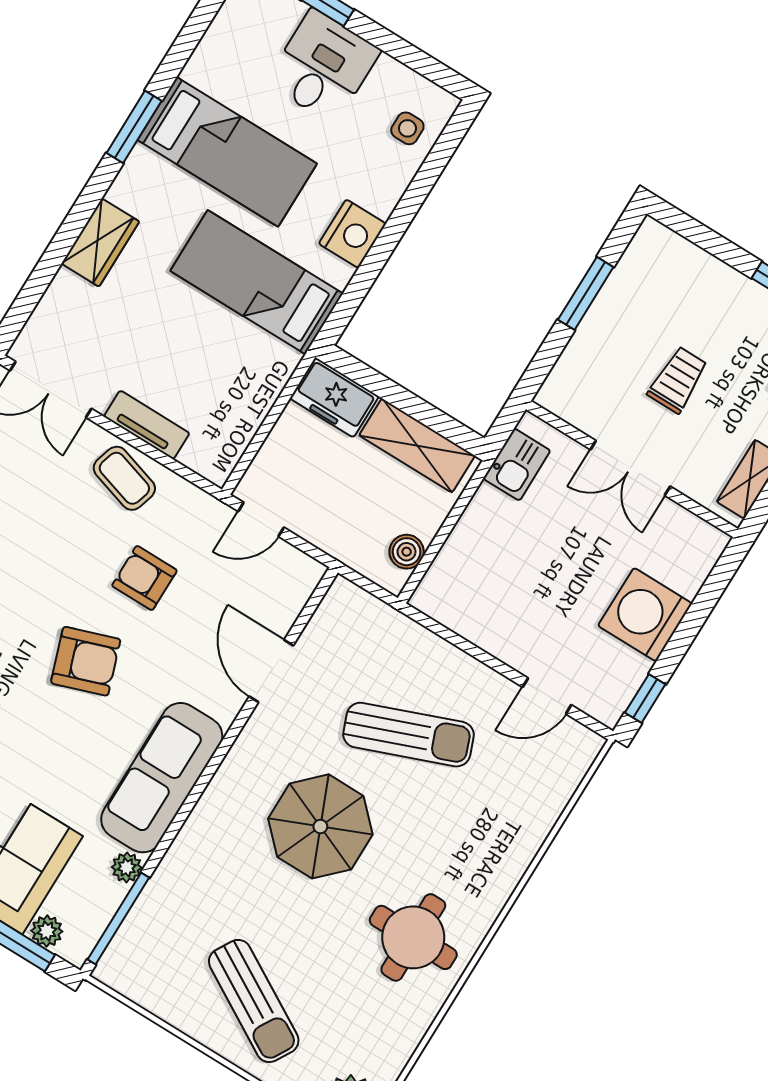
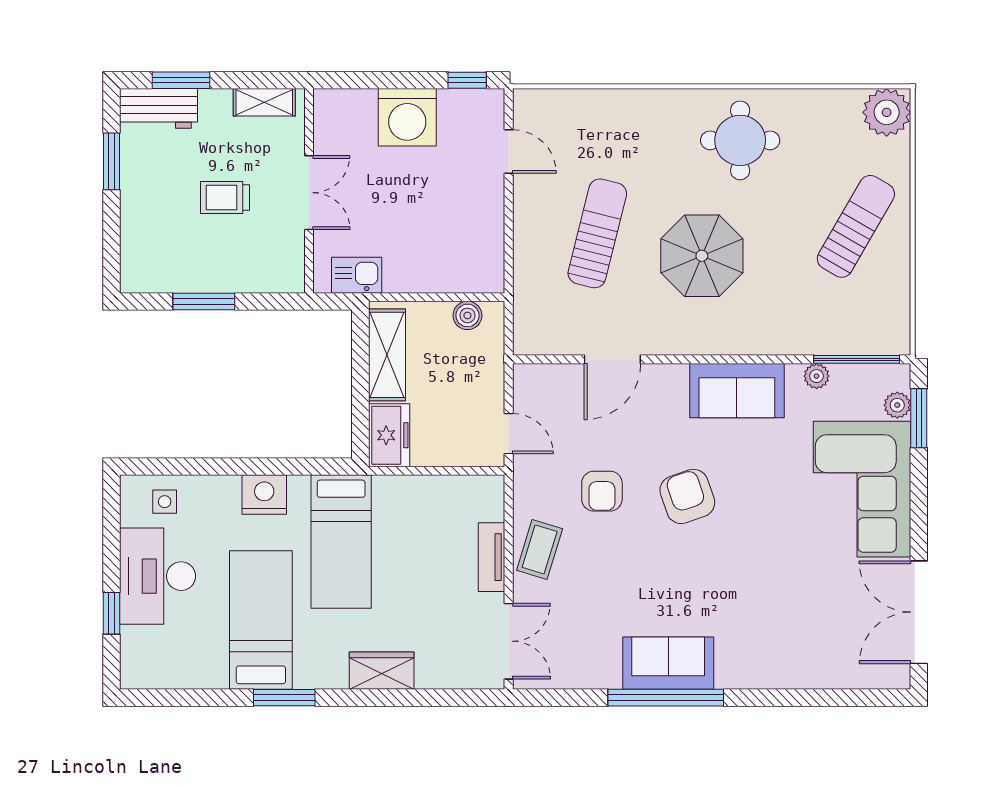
desk: (323, 66) -> (158, 576), width x1.37
sun lounger: (409, 735) -> (597, 233), turned 35
sofa: (162, 778) -> (737, 391), width x0.73

